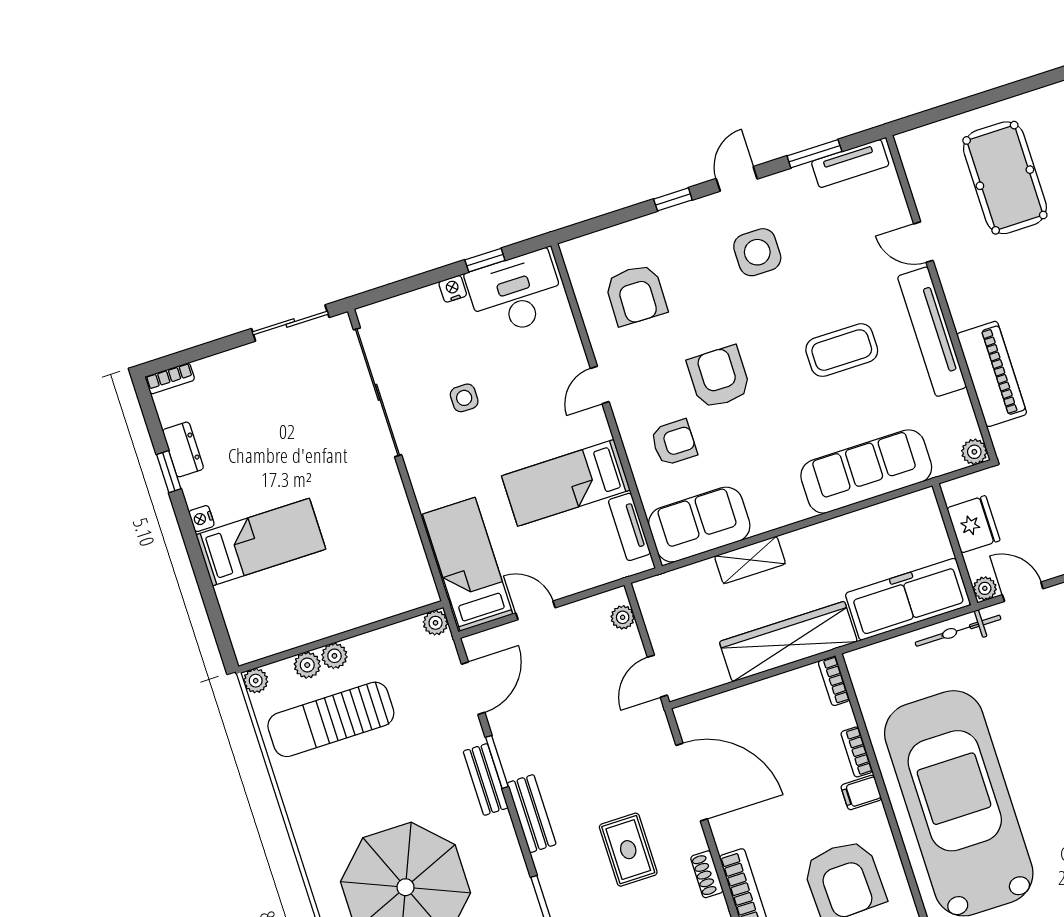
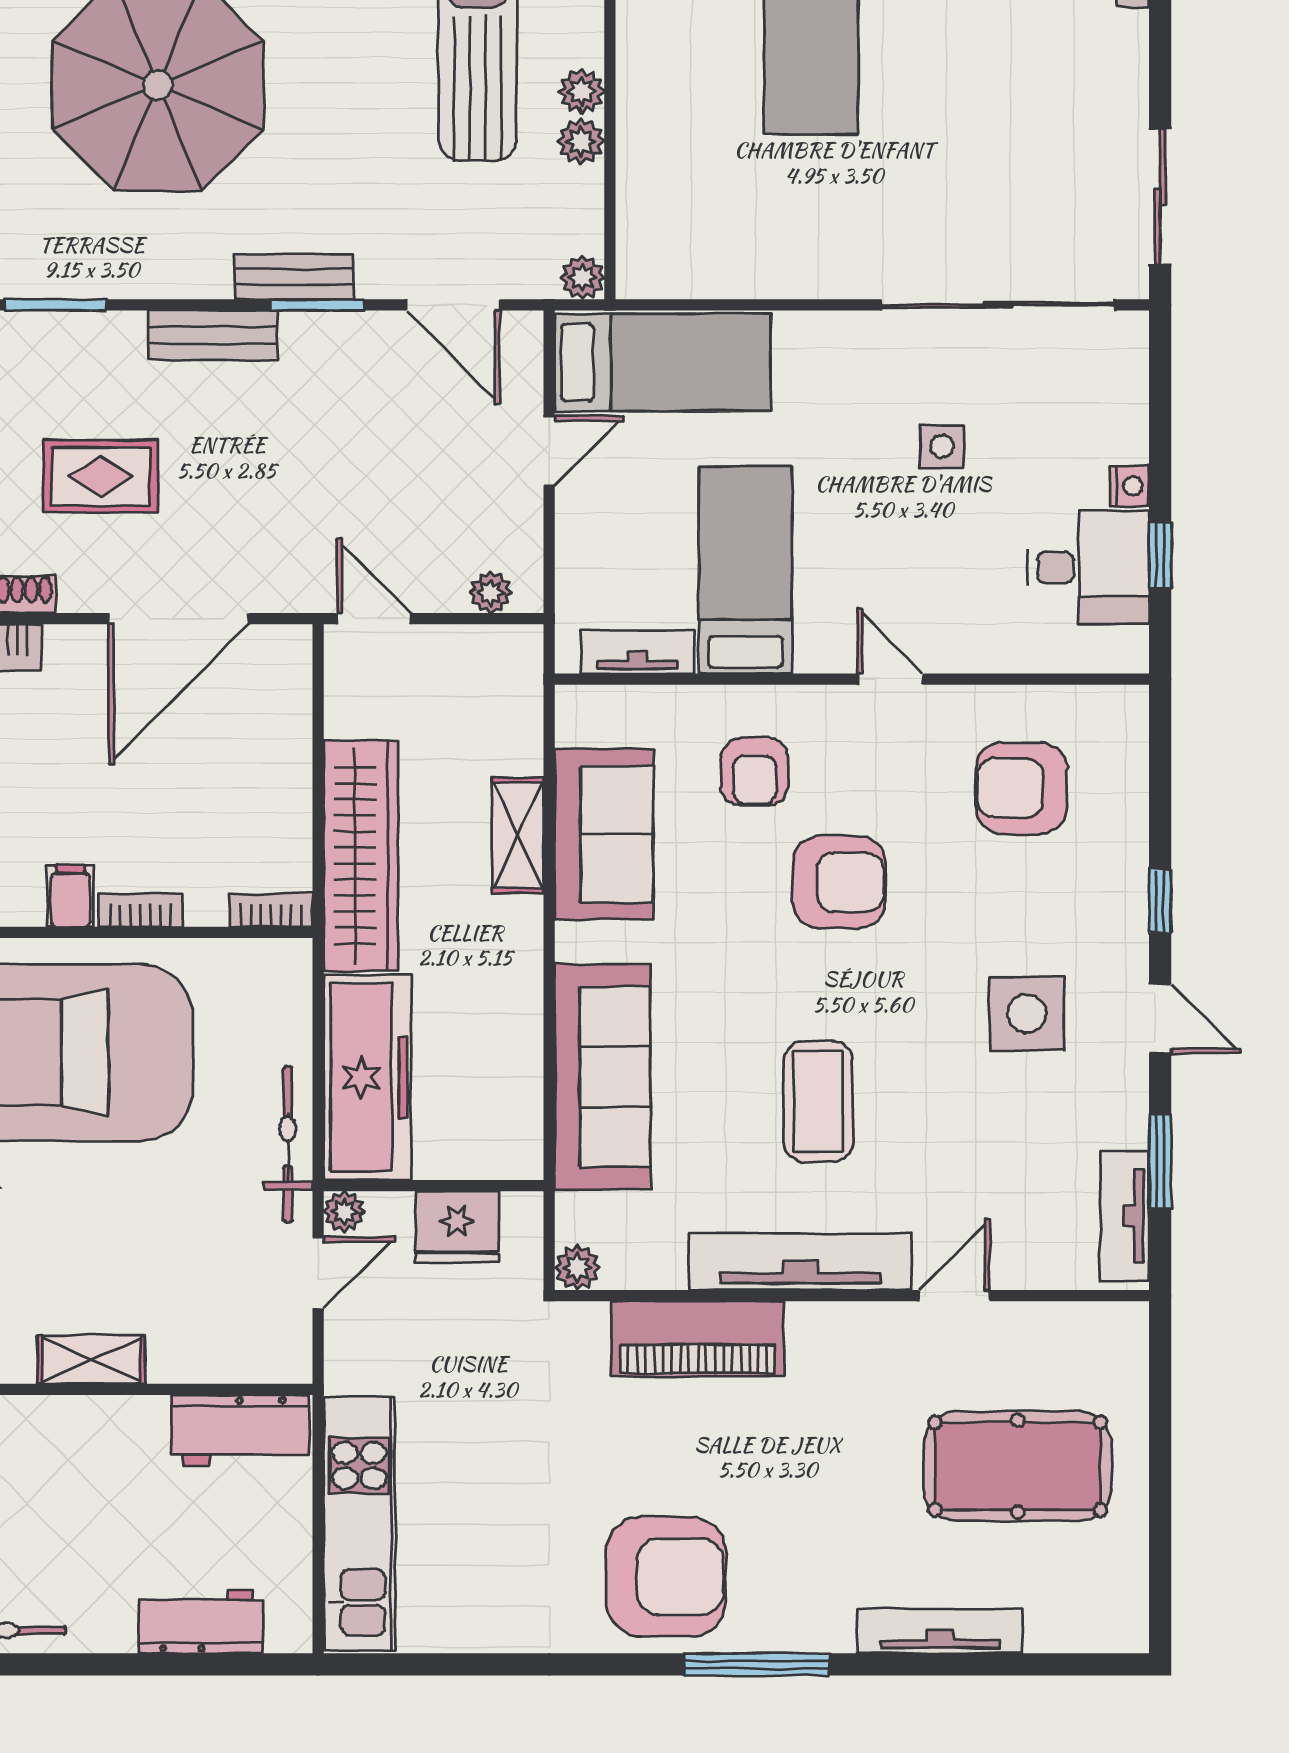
desk: (516, 293) -> (1088, 567), width x0.73
sofa: (699, 525) -> (604, 834), moved
plant: (307, 665) -> (581, 142), moved

